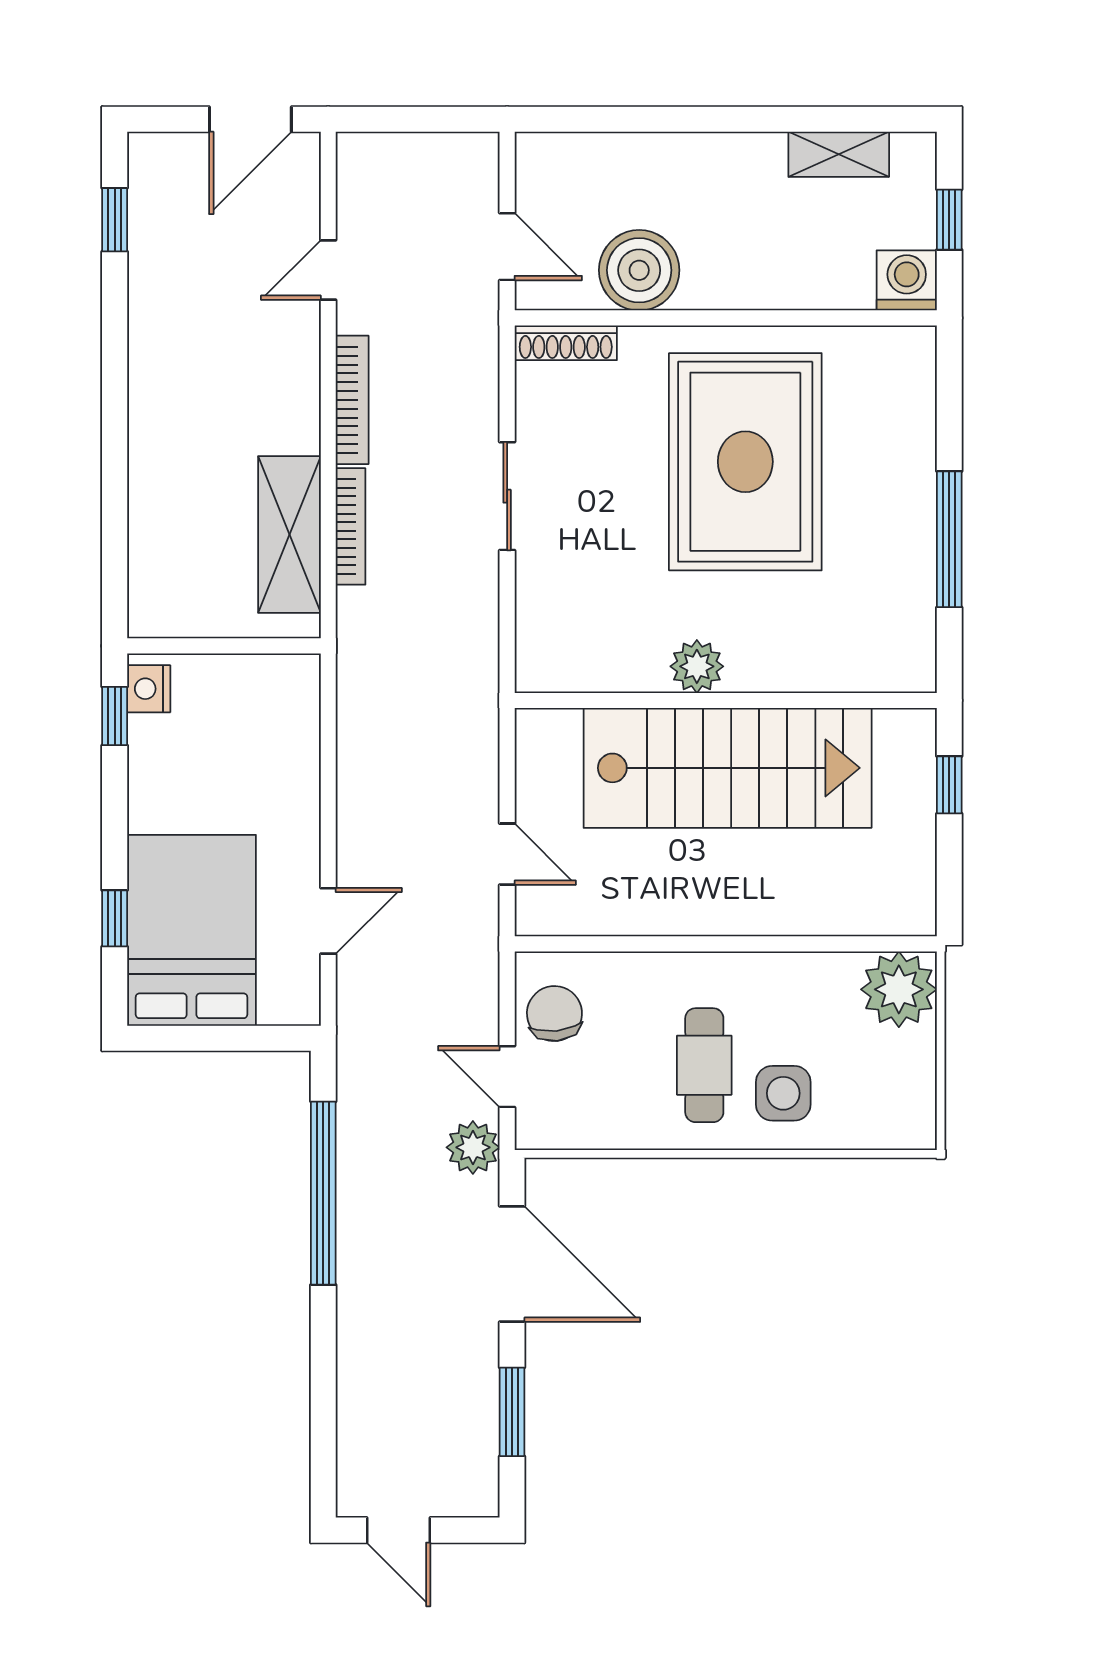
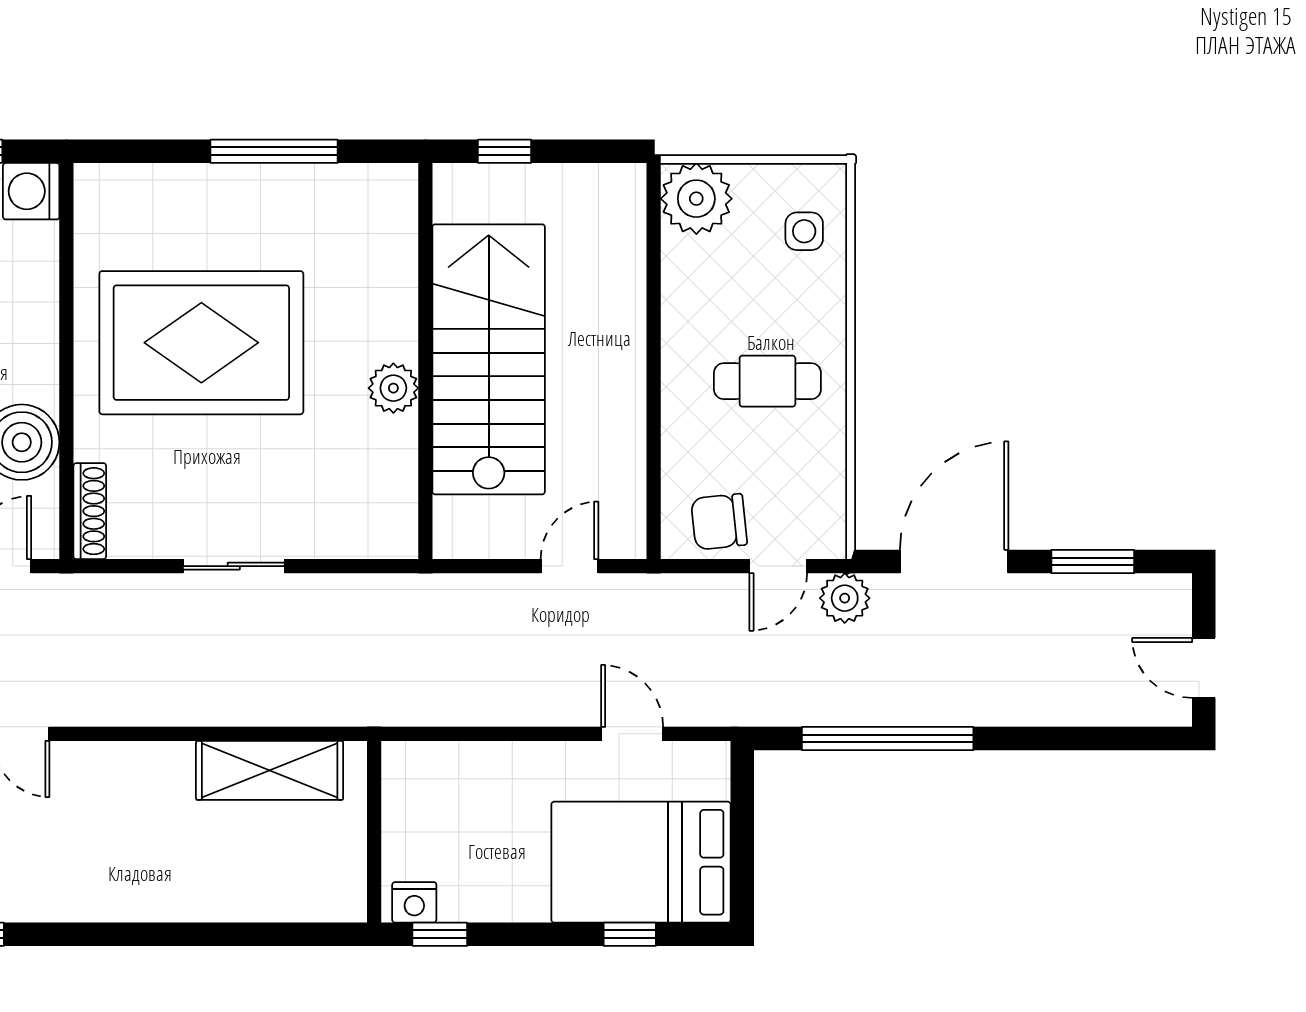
bookcase: (352, 400) -> (143, 711), removed
bookcase: (351, 526) -> (262, 713), removed
side table: (783, 1093) -> (804, 231), moved, width x0.73, depth x0.73
door: (399, 1530) -> (1204, 668), swing flipped

